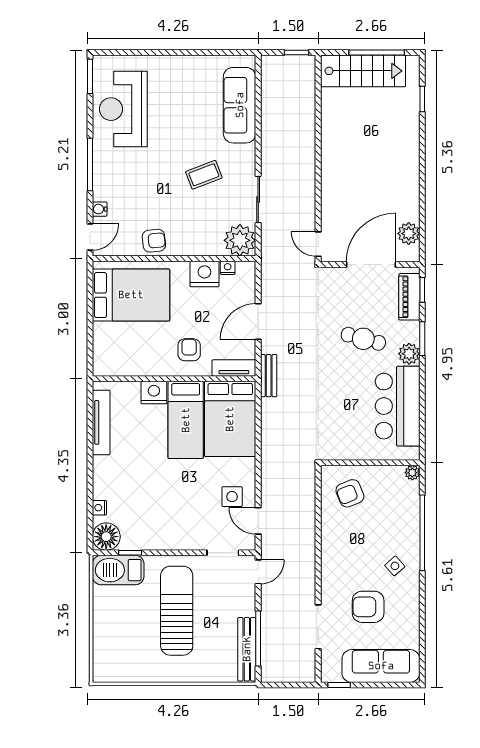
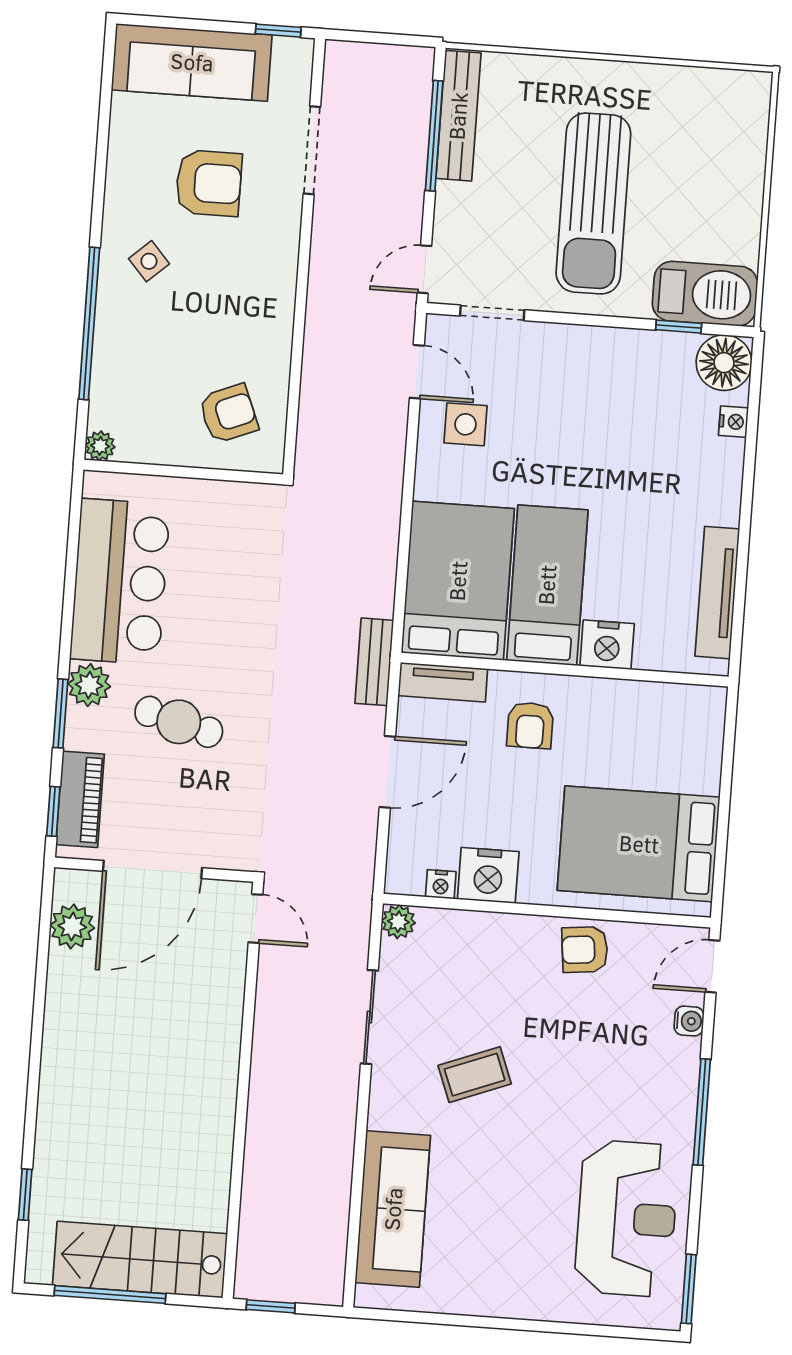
plant: (240, 240) -> (398, 922), width x0.53, depth x0.53

